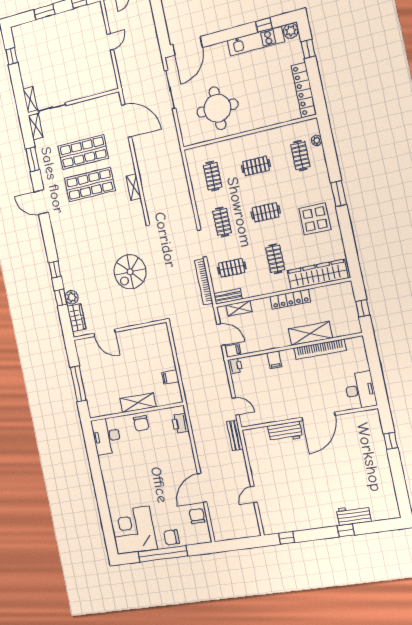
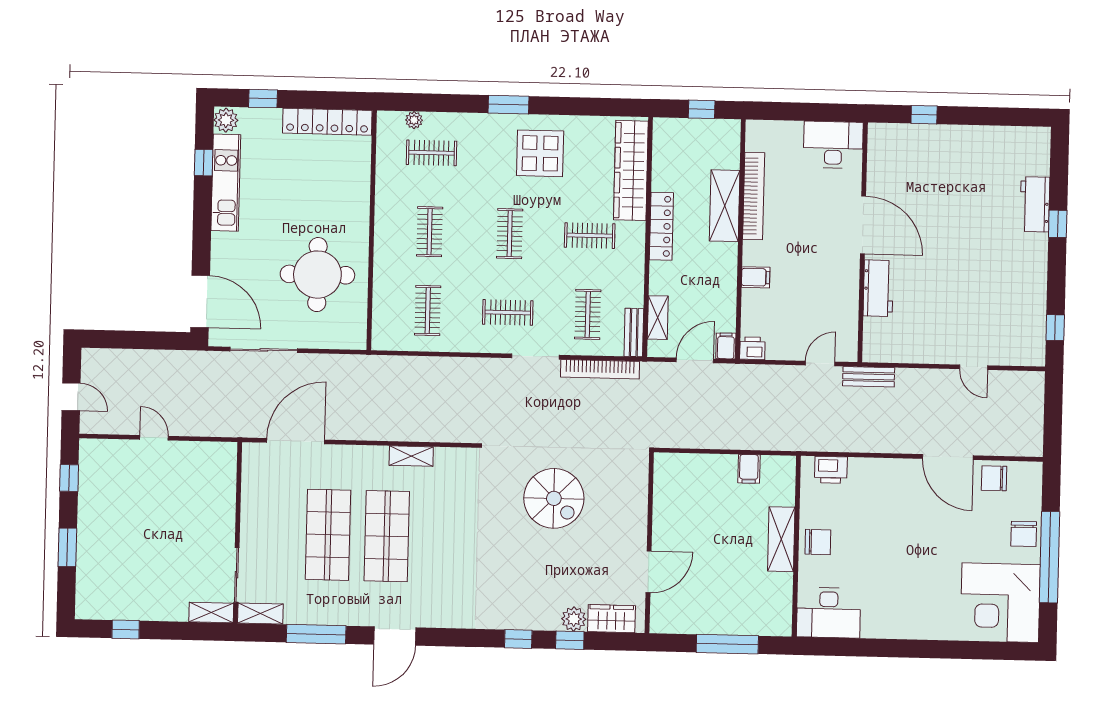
window: (33, 159) -> (316, 634), width x1.44
clothes rail: (213, 176) -> (428, 310), turned 90

